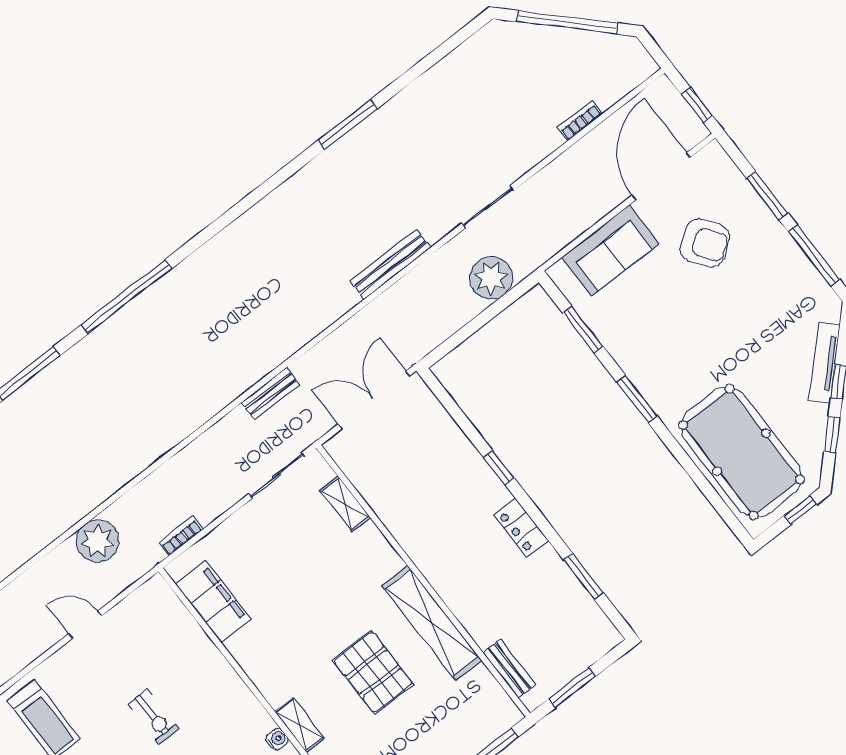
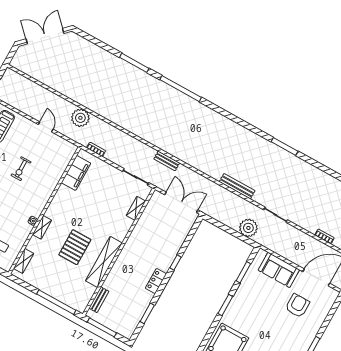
window: (768, 196) -> (326, 322), removed
armchair: (705, 243) -> (297, 306), turned -145
window: (572, 688) -> (102, 327), width x1.44

